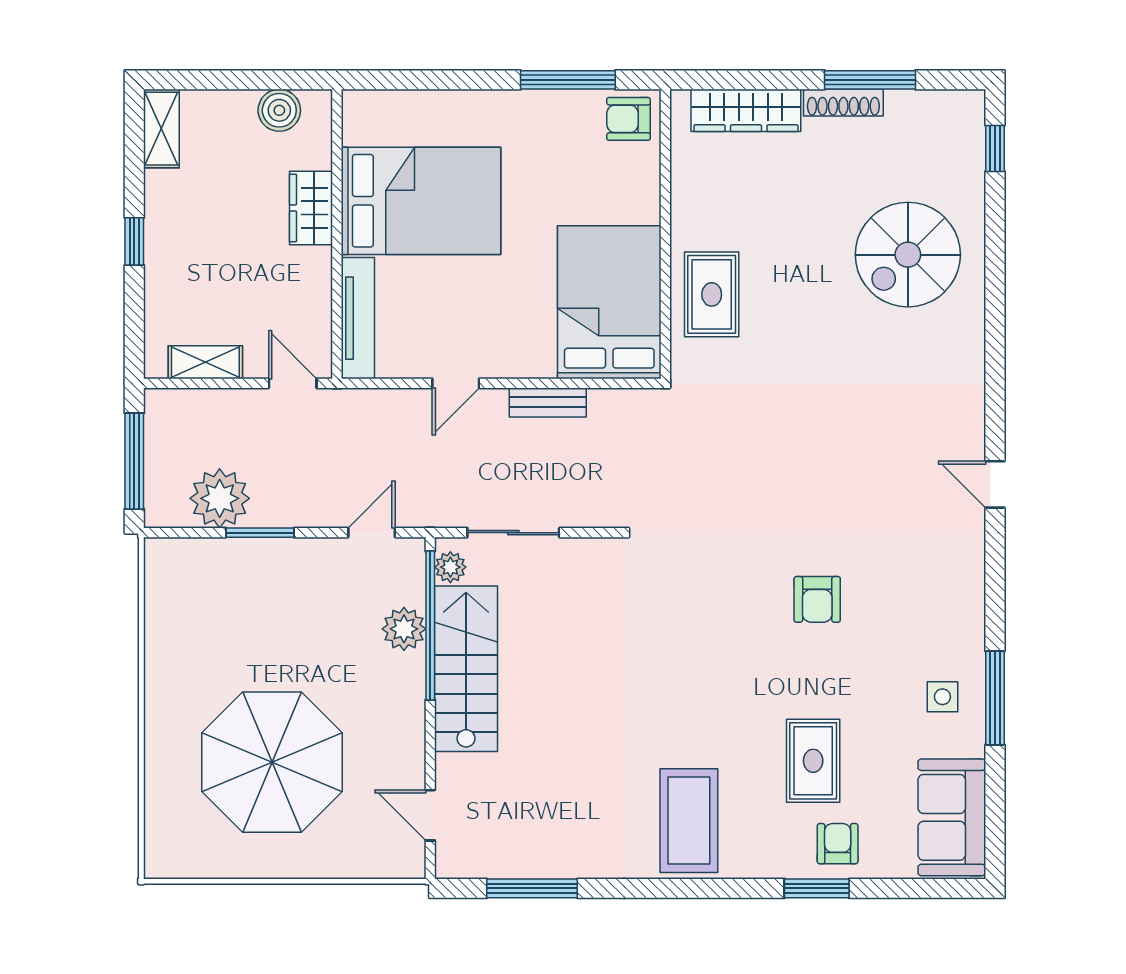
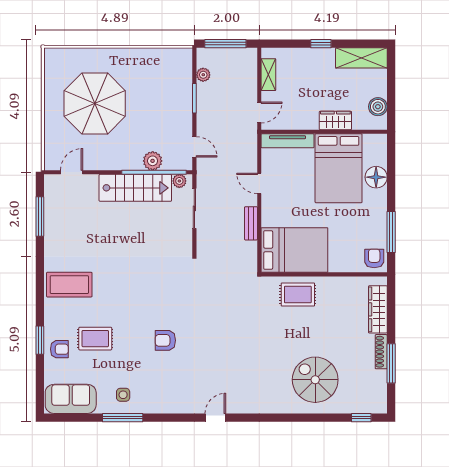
floor lamp: (442, 114) -> (376, 177), added
shelving: (161, 129) -> (361, 58), width x1.50, depth x1.33
plant: (220, 498) -> (203, 75), width x0.53, depth x0.53

